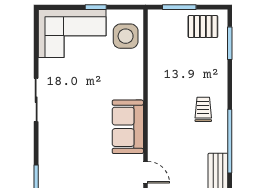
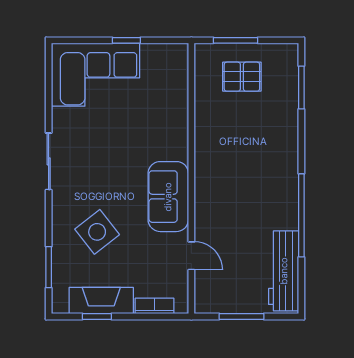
pallet: (203, 27) -> (242, 77), moved
side table: (126, 36) -> (97, 232), moved, turned -38
trolley: (203, 109) -> (267, 174), removed

